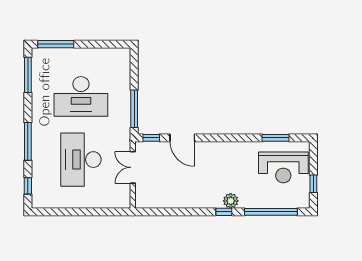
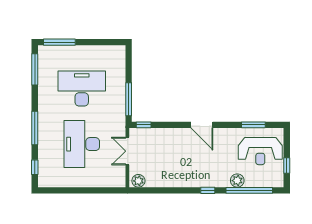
desk: (81, 96) -> (82, 88), turned 180
door: (182, 138) -> (202, 125), moved
plant: (145, 201) -> (138, 181), added
plant: (231, 201) -> (237, 181), moved

